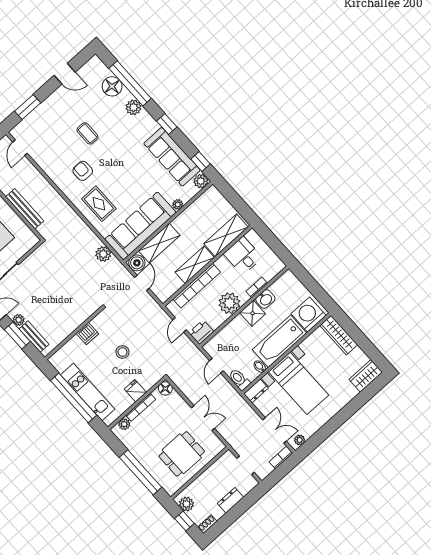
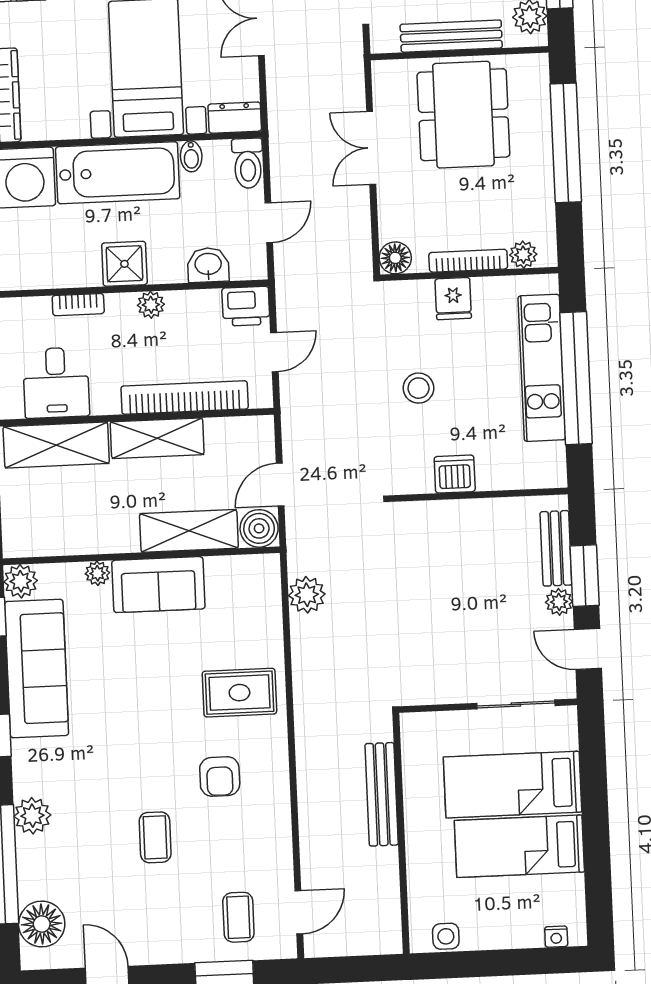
floor lamp: (112, 86) -> (42, 924), moved
coffee table: (38, 130) -> (238, 917), added
rug: (99, 204) -> (239, 693), turned 90
sofa: (140, 226) -> (158, 585), width x0.54, depth x0.79
washbasin: (265, 299) -> (208, 265), moved
plant: (229, 303) -> (151, 305), width x0.53, depth x0.53
dining table: (182, 454) -> (463, 115), width x1.38
bench: (207, 476) -> (451, 36), added

